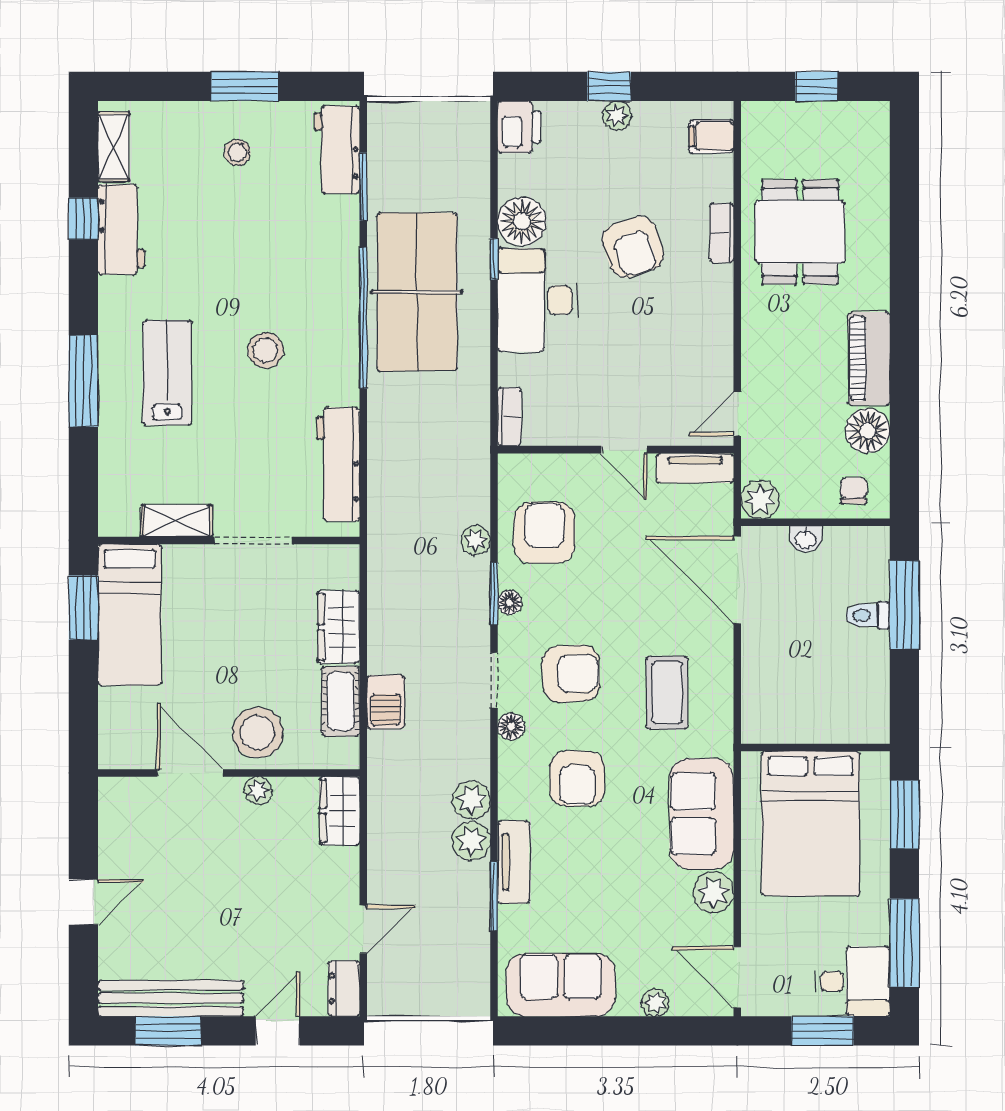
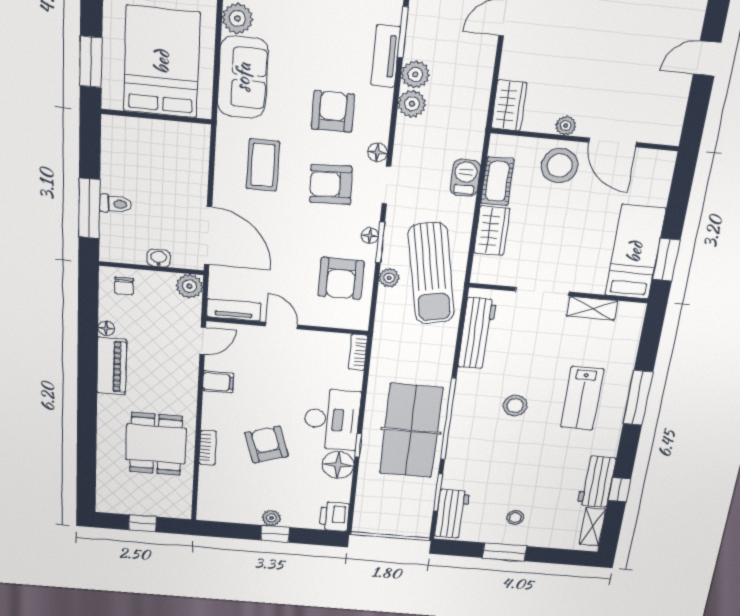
filing cabinet: (711, 136) -> (218, 382), moved
floor lamp: (868, 431) -> (106, 328), width x0.53, depth x0.53
sun lounger: (416, 553) -> (431, 274), added

